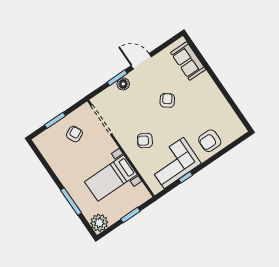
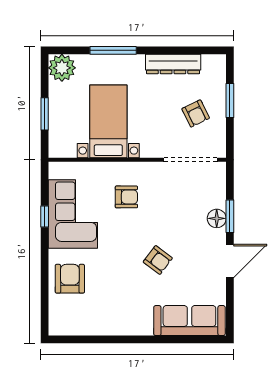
sofa: (188, 61) -> (189, 321), width x1.36
armchair: (145, 140) -> (126, 197), turned 59
dresser: (56, 164) -> (173, 64), added

